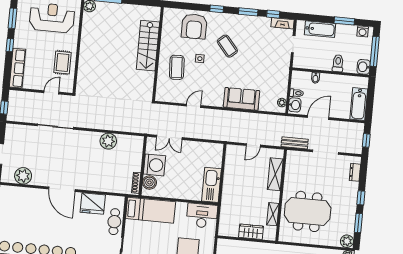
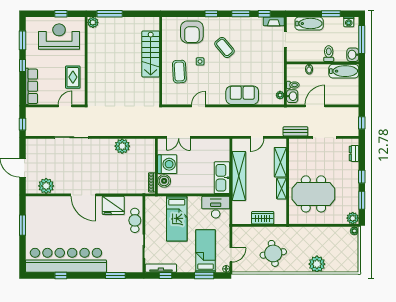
bathtub: (359, 104) -> (344, 71), moved, turned -90
shelving: (230, 185) -> (239, 176), added
bed: (151, 210) -> (177, 219), moved, turned 90
shelving: (273, 214) -> (281, 189), moved

